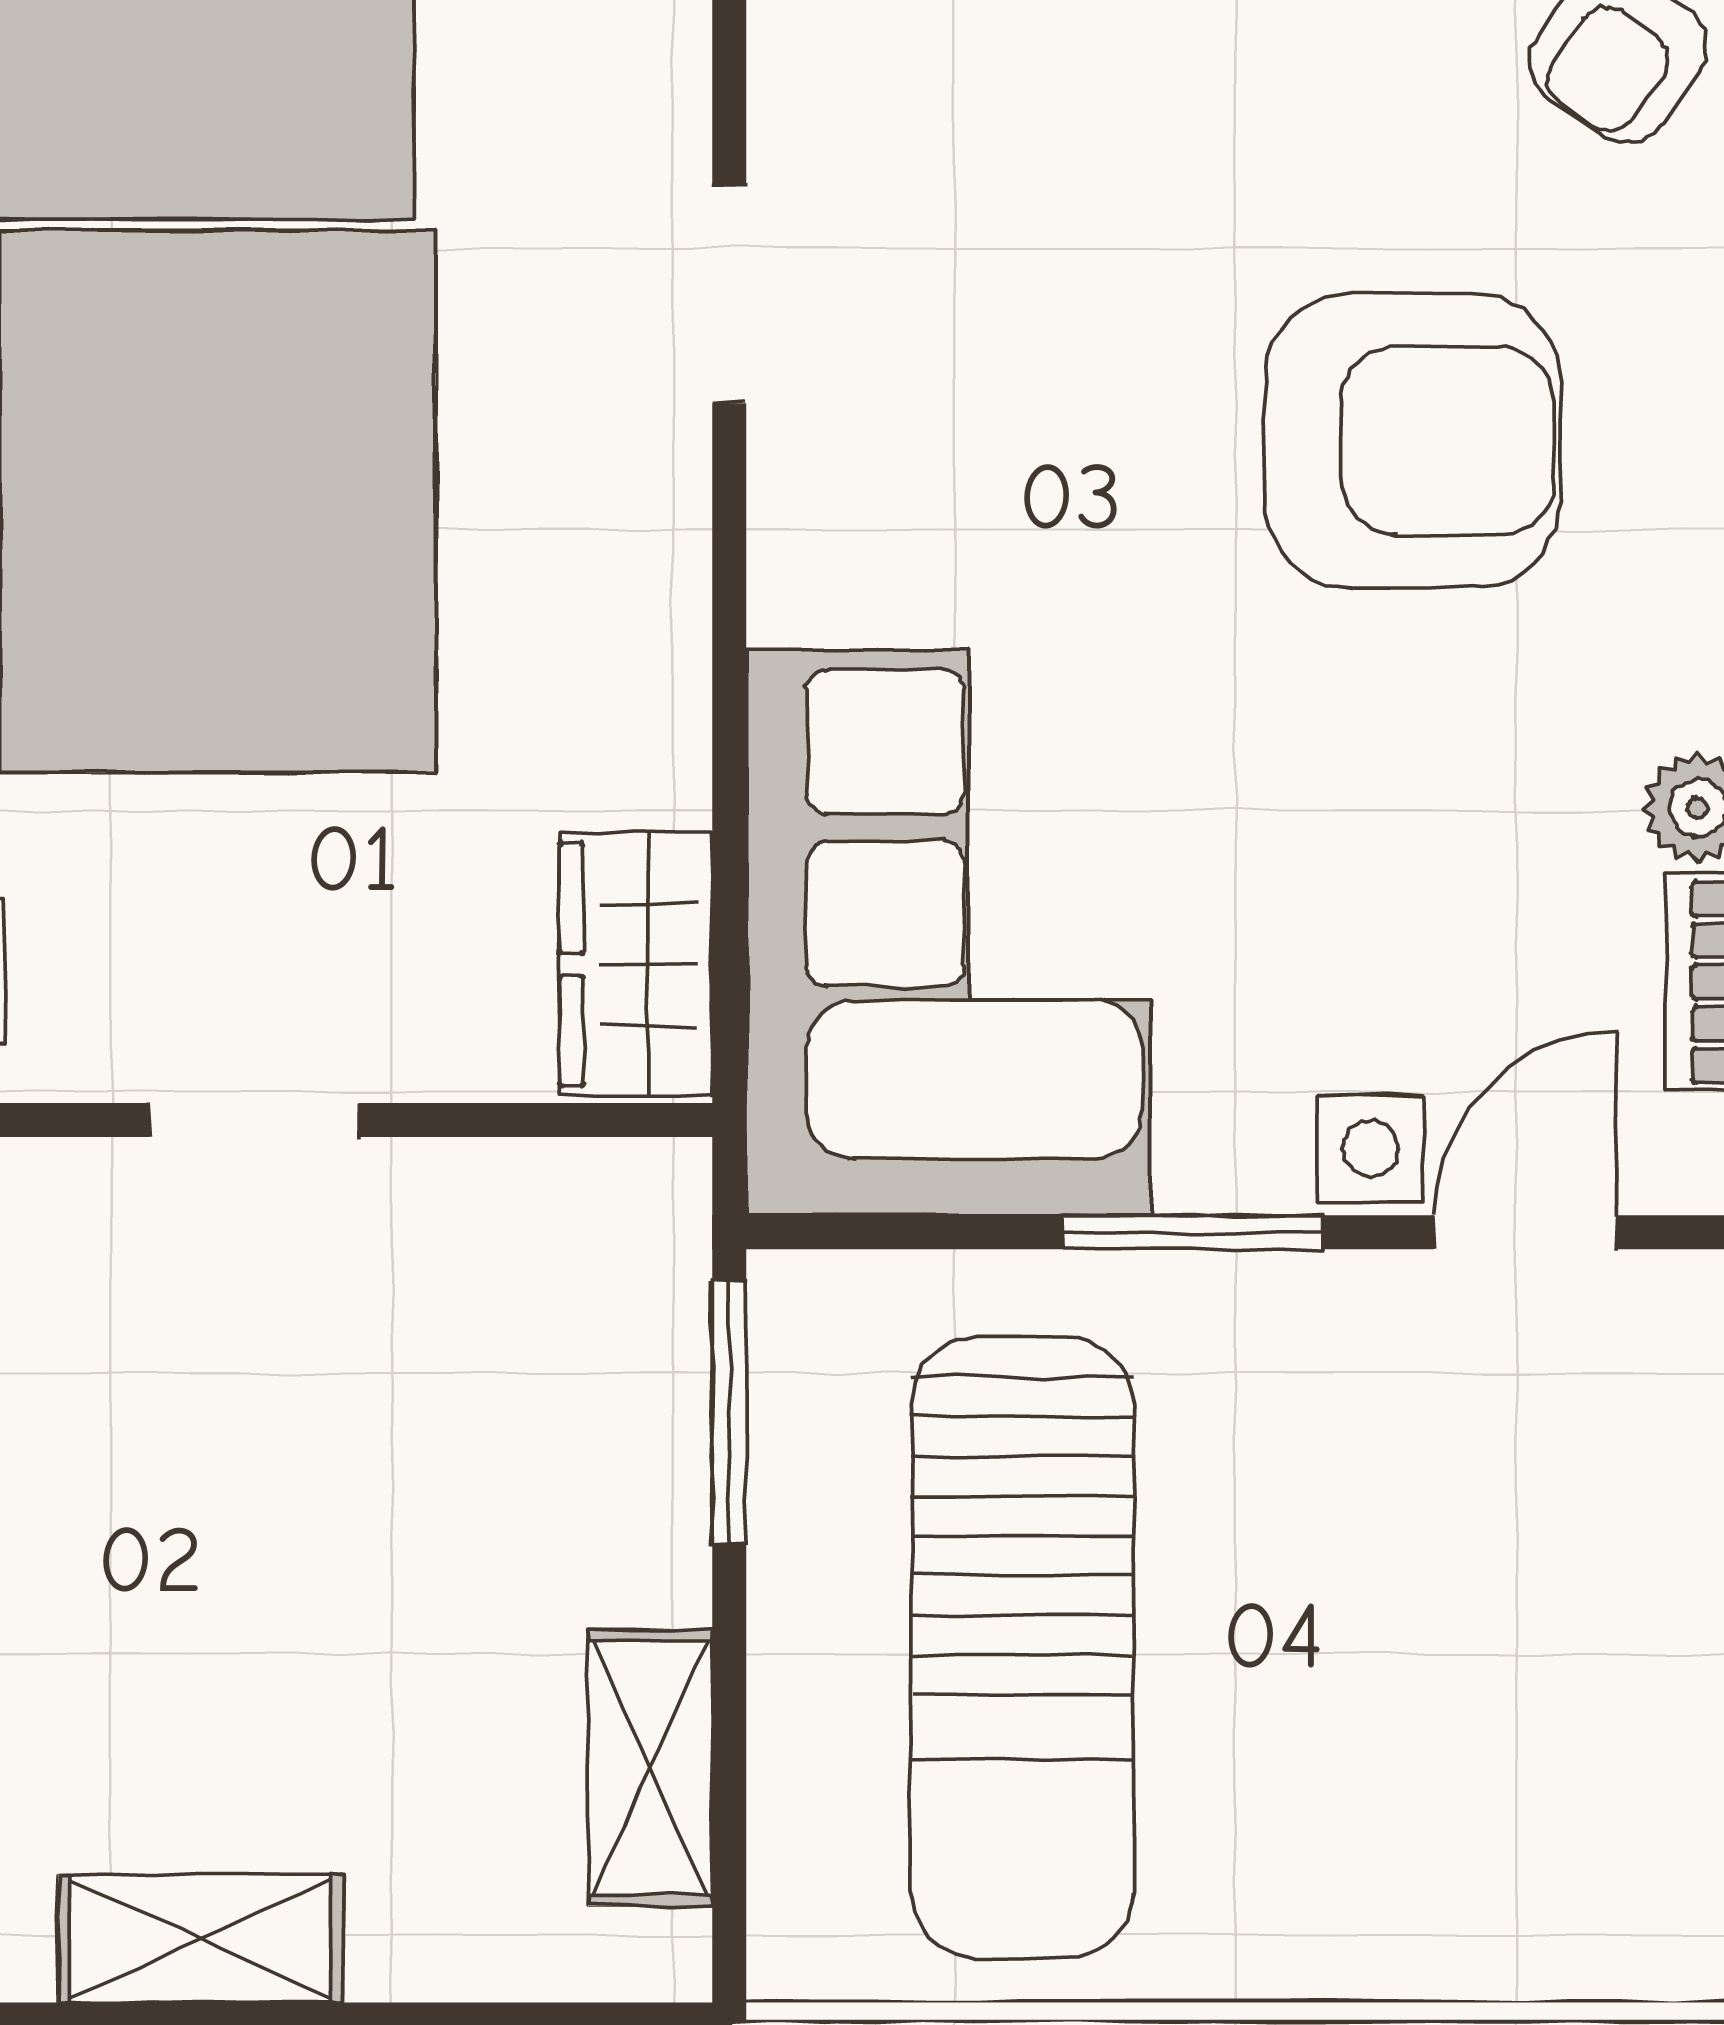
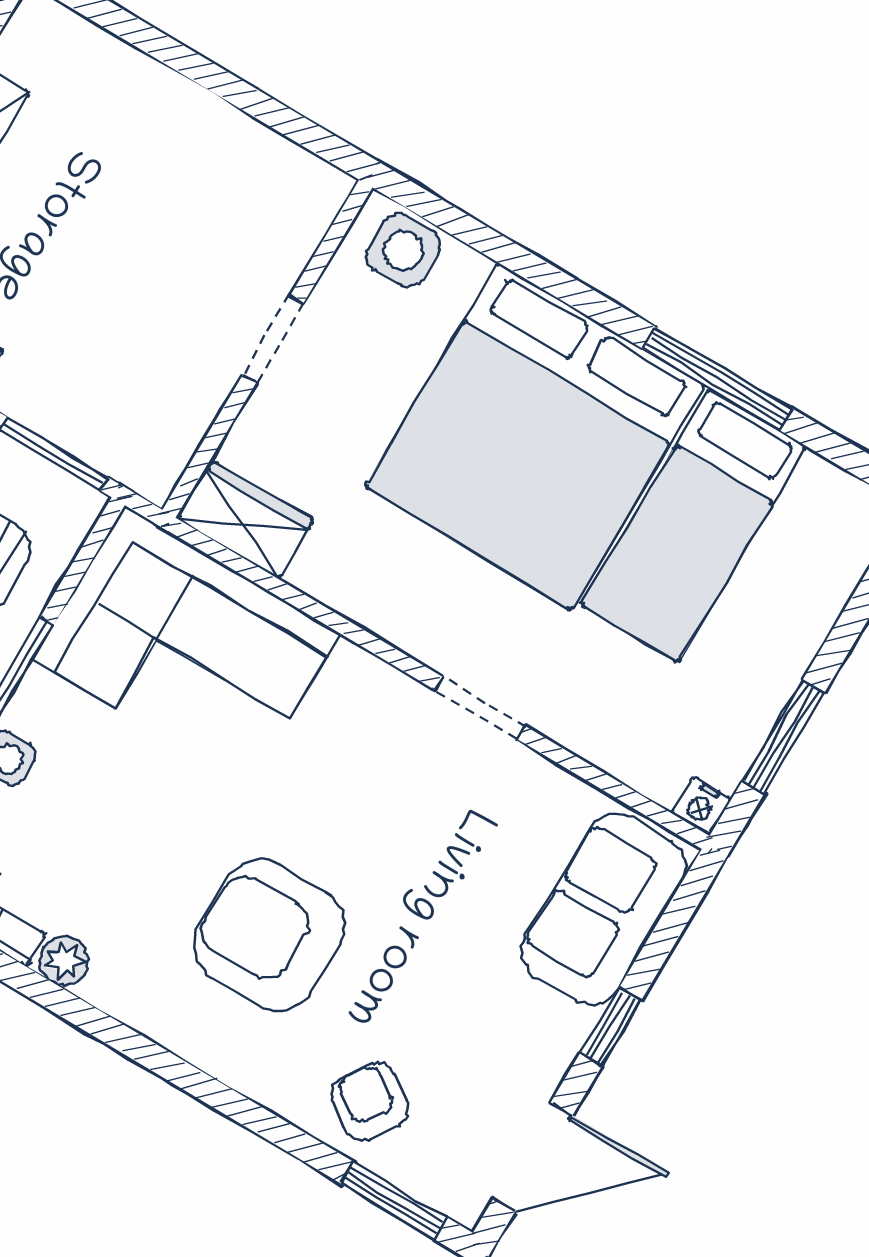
armchair: (1412, 441) -> (269, 935), turned 90

